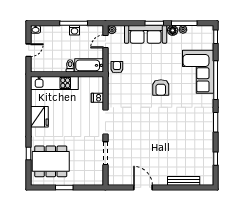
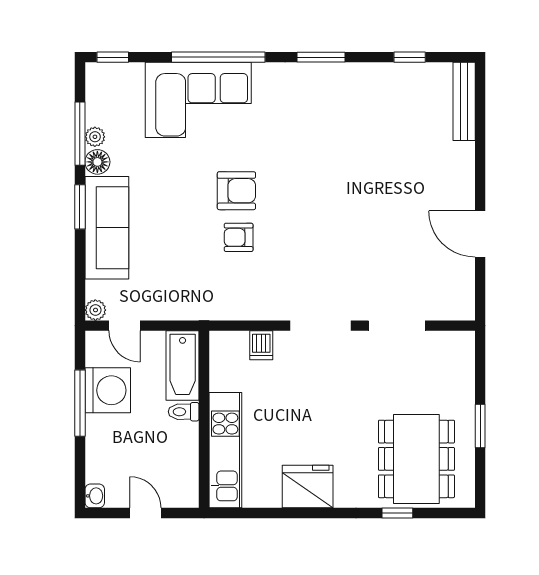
washing machine: (75, 30) -> (108, 390), width x1.89, depth x1.89
armchair: (117, 67) -> (239, 237), moved
bench: (184, 181) -> (464, 101), moved
door: (143, 187) -> (480, 234), hinge flipped

